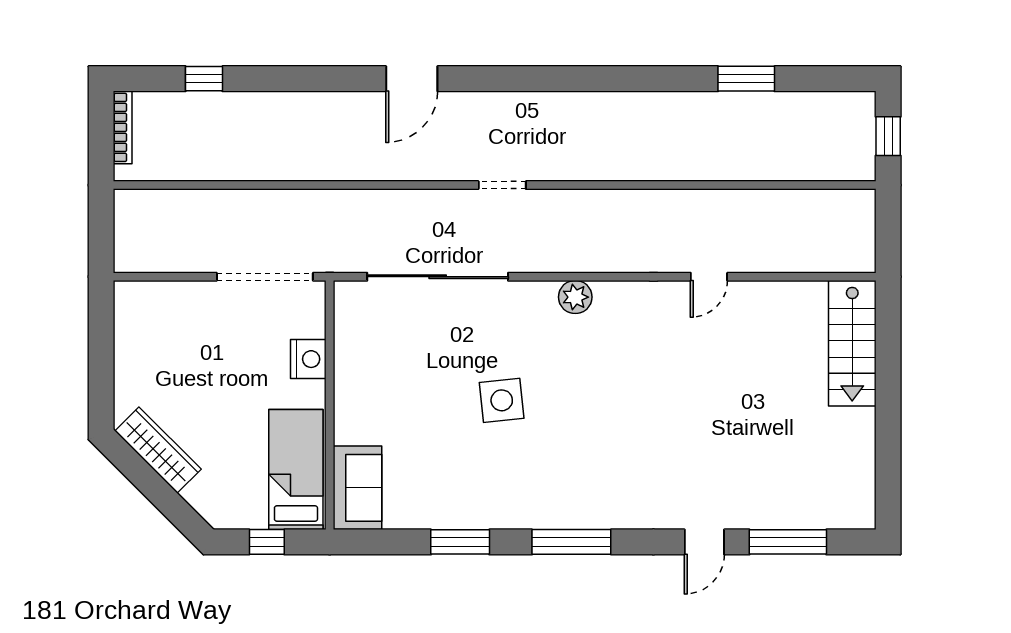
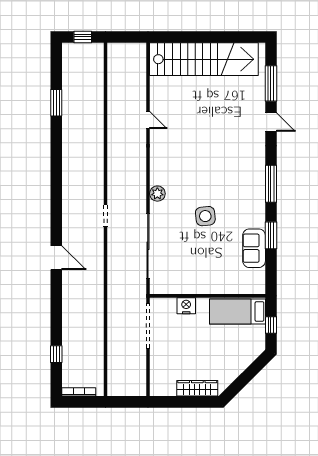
plant: (575, 297) -> (157, 194), moved
stairs: (852, 343) -> (204, 59), width x1.86, depth x1.51
wardrobe: (158, 450) -> (197, 388), moved, turned 45
sofa: (357, 488) -> (254, 248), moved, turned -90

